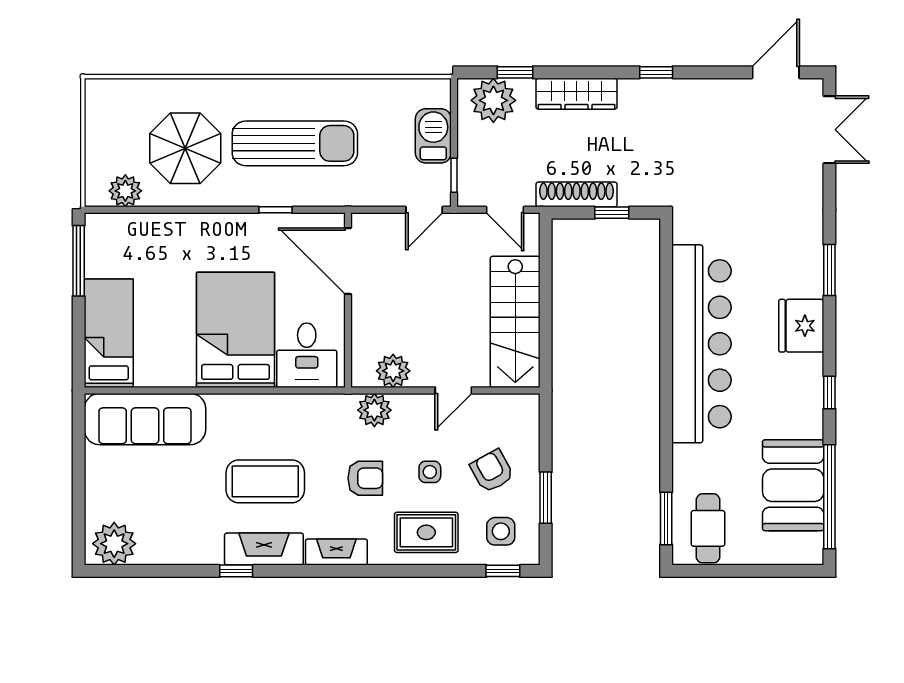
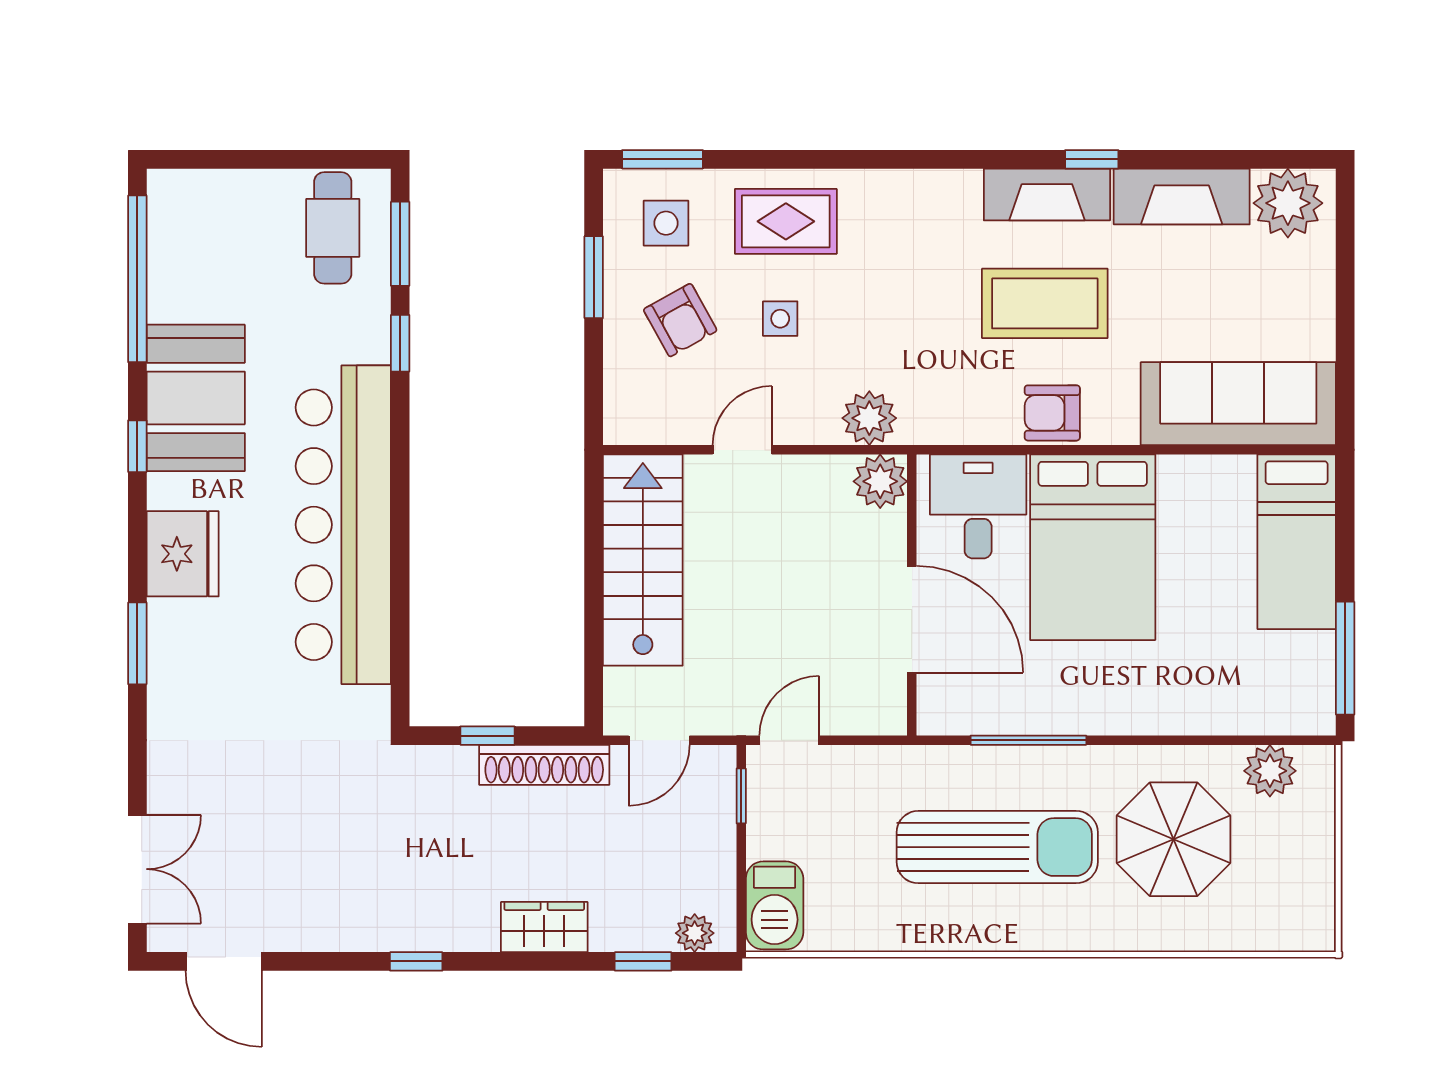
door: (776, 72) -> (224, 961), hinge flipped
wardrobe: (577, 94) -> (544, 927), width x0.67
plant: (493, 100) -> (695, 933), width x0.53, depth x0.53
double door: (829, 130) -> (137, 869), swing flipped
barbecue: (433, 136) -> (775, 905), moved
sun lounger: (295, 143) -> (997, 847), turned 180
window: (275, 210) -> (1028, 740), width x2.17
door: (505, 210) -> (659, 740), swing flipped
door: (348, 261) -> (912, 619), moved
plant: (393, 371) -> (880, 481), moved
window: (666, 457) -> (400, 343), added
armchair: (365, 478) -> (1052, 413), moved
booth: (793, 485) -> (196, 398), moved
fireplace: (336, 552) -> (1182, 196), moved, width x1.37, depth x1.32
window: (503, 571) -> (662, 159), width x1.50

